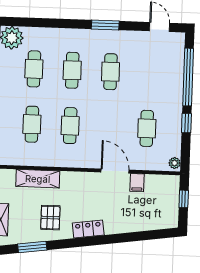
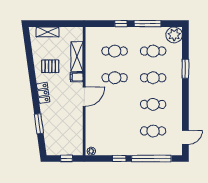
window: (105, 25) -> (185, 69), moved
cafe table: (147, 128) -> (153, 131), moved
door: (115, 171) -> (84, 97), moved
filing cabinet: (137, 183) -> (77, 77), moved
window: (32, 247) -> (39, 124), moved

